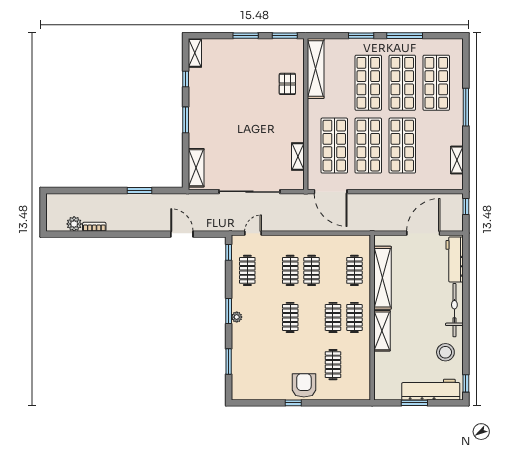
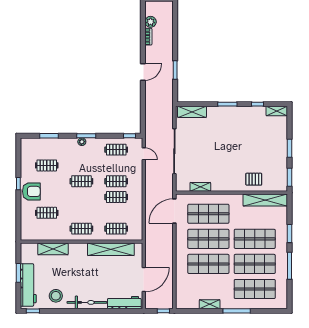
shelving: (457, 160) -> (210, 304), moved
door: (423, 233) -> (144, 279), hinge flipped
door: (182, 234) -> (143, 72), moved
clothes rail: (333, 317) -> (47, 165), moved
shelving: (382, 331) -> (53, 249), moved

